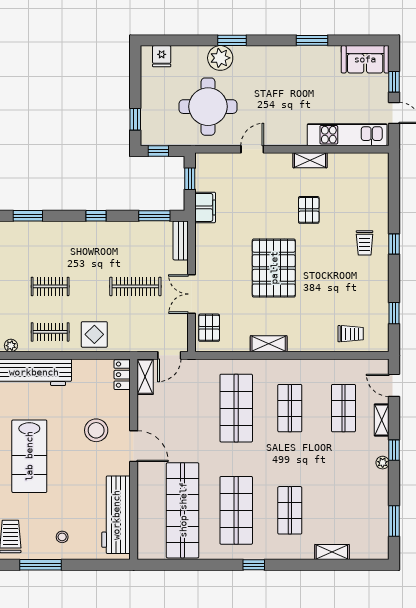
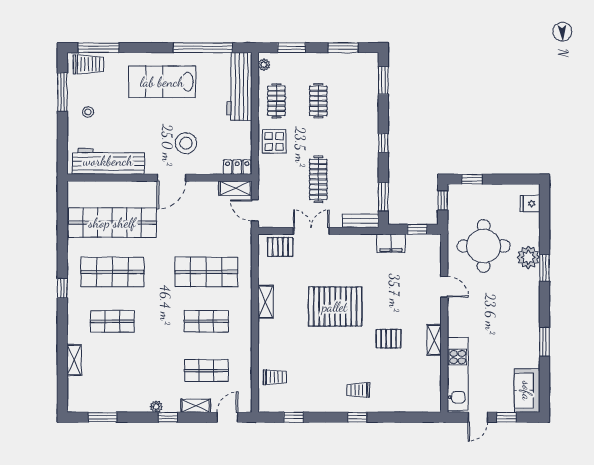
trolley: (351, 334) -> (275, 377), turned -90

